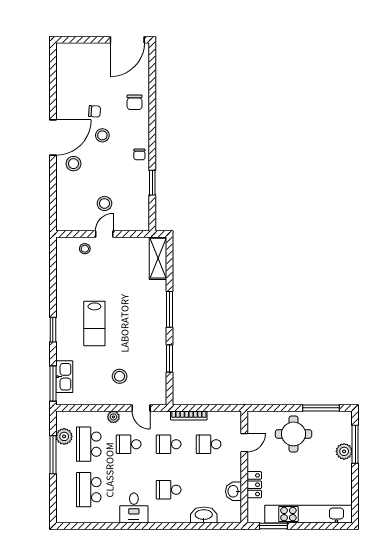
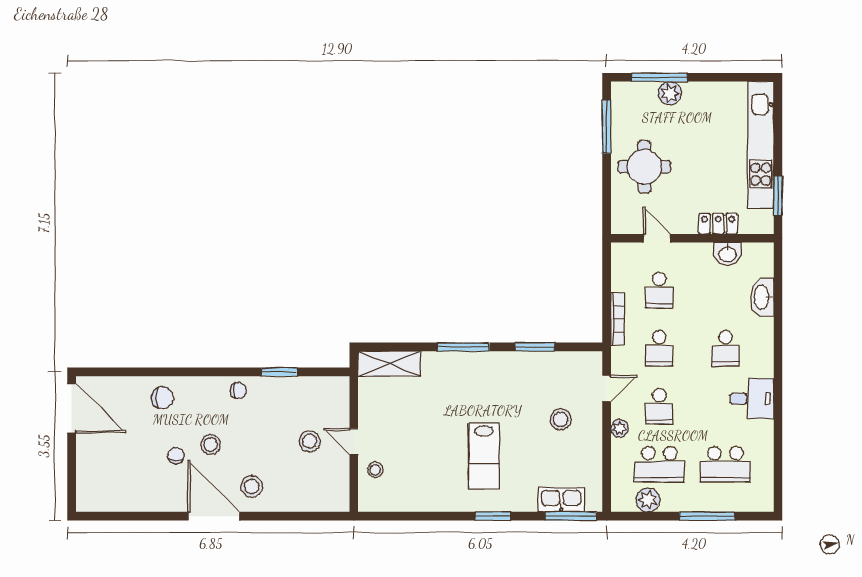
lab bench: (94, 324) -> (484, 456), turned 90
window: (53, 455) -> (707, 516), moved

